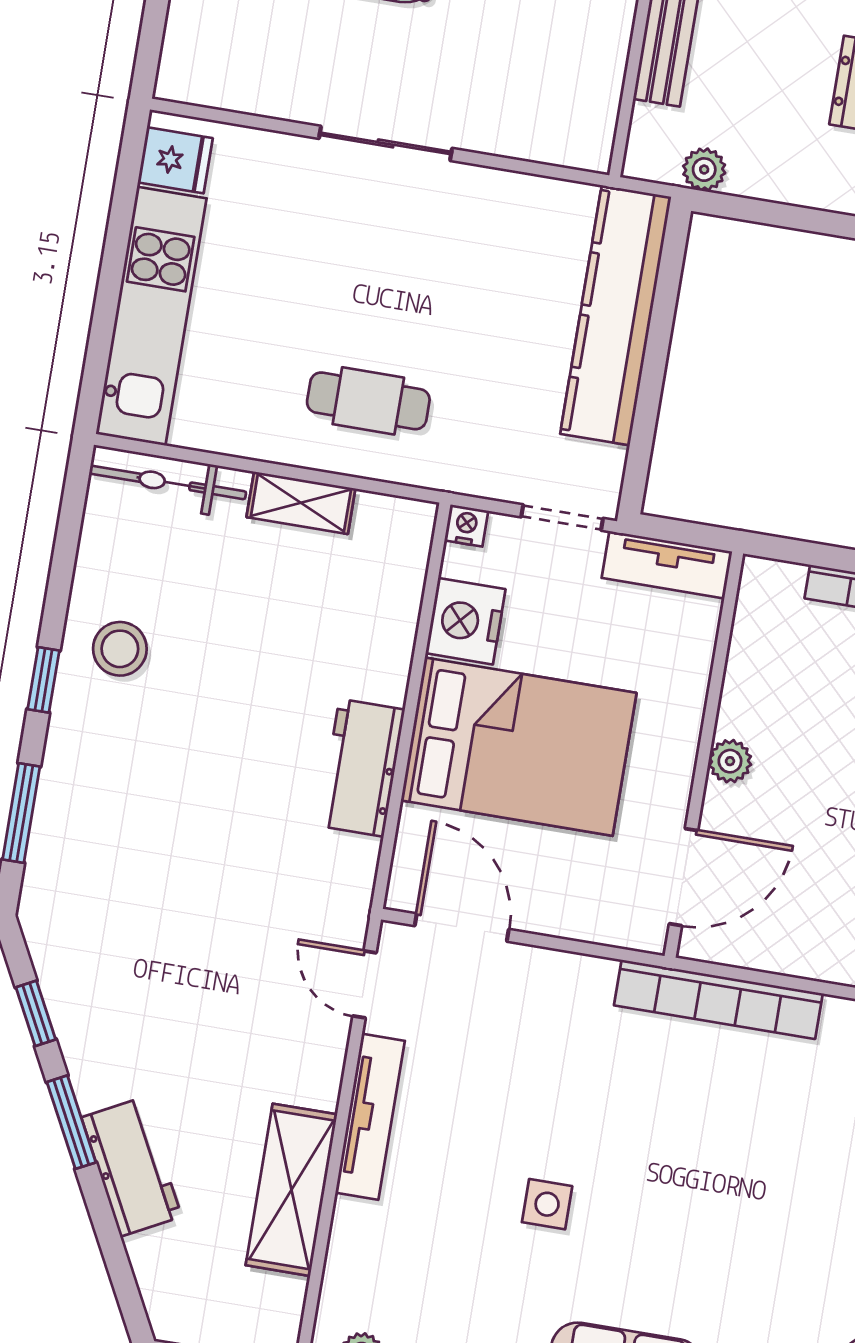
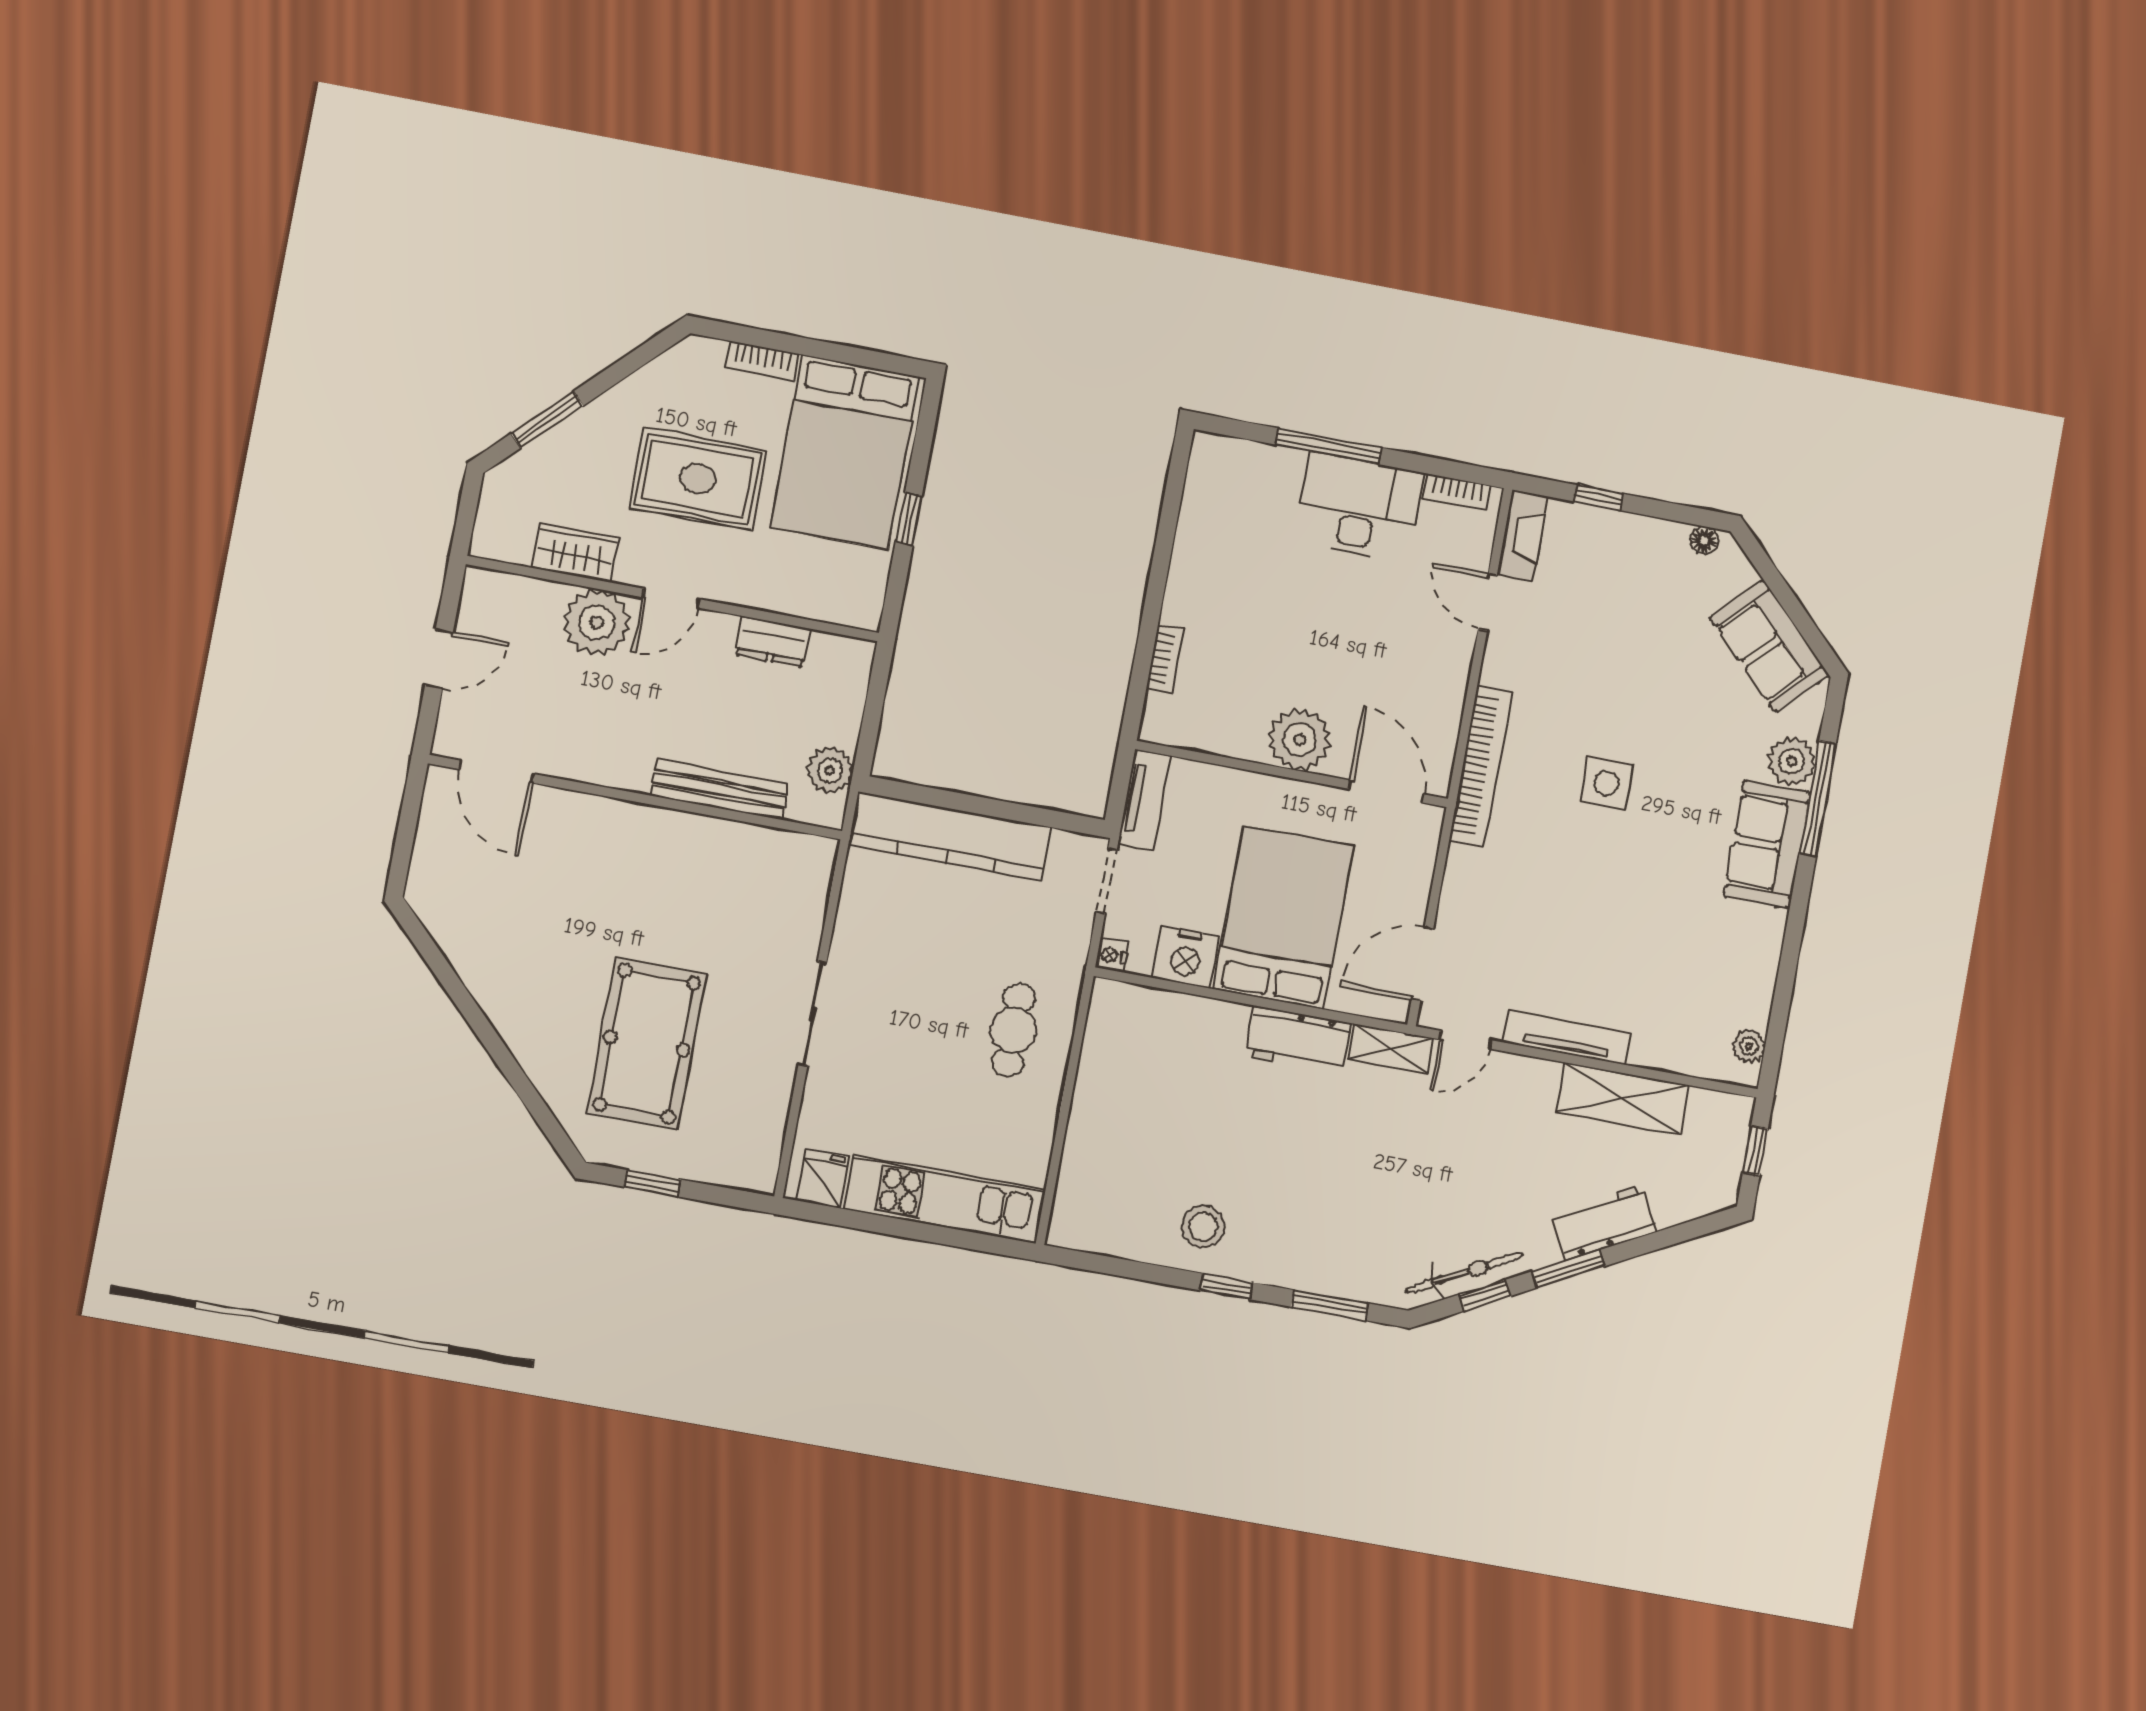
plant: (704, 170) -> (830, 770), width x1.38, depth x1.38
bicycle: (168, 482) -> (1464, 1273), moved, turned -118
shelving: (301, 503) -> (1391, 1049), moved, turned 90
plant: (730, 761) -> (1300, 740), width x1.88, depth x1.88
side table: (547, 1204) -> (1606, 783), moved, width x1.37, depth x1.37

